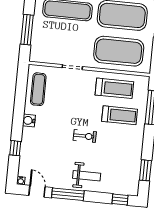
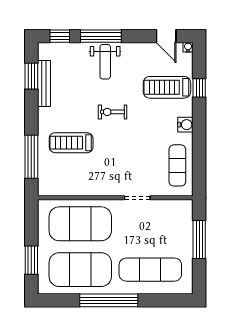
treadmill: (114, 88) -> (167, 87), moved
bench: (136, 164) -> (44, 84), added
weight bench: (87, 176) -> (105, 62), turned -90
window: (68, 194) -> (101, 36), moved

